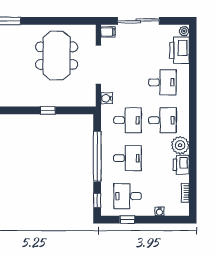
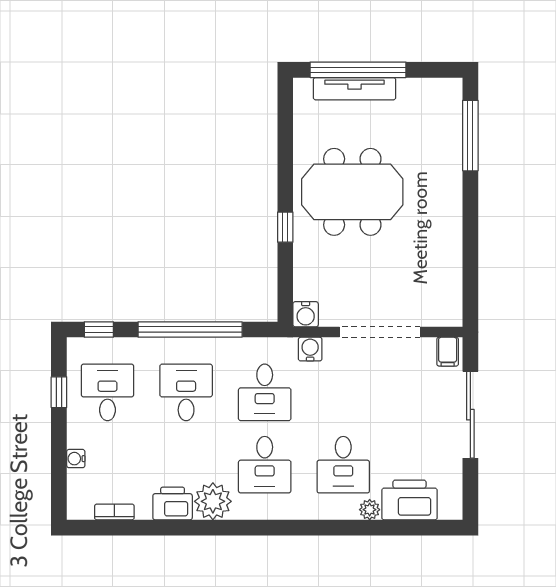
plant: (184, 31) -> (370, 510), moved
meeting table: (57, 56) -> (352, 192), moved
water cooler: (90, 100) -> (306, 314), added
desk: (128, 158) -> (186, 392), turned 180

